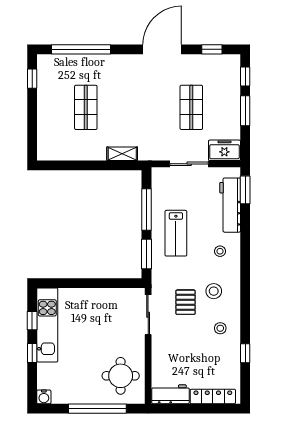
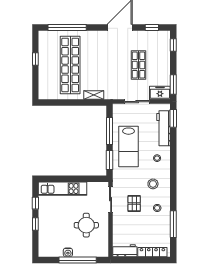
window: (32, 79) -> (35, 59), moved
shop shelf: (86, 107) -> (70, 65), width x2.00, depth x1.36
window: (245, 111) -> (173, 84), moved
lab bench: (176, 233) -> (128, 146), width x1.36, depth x1.39
pallet: (186, 302) -> (134, 204), moved
kitchen unit: (47, 325) -> (62, 189), moved, turned 90
window: (245, 353) -> (173, 224), width x2.17
round table: (121, 376) -> (86, 225), moved
water cooler: (44, 397) -> (68, 252), moved

